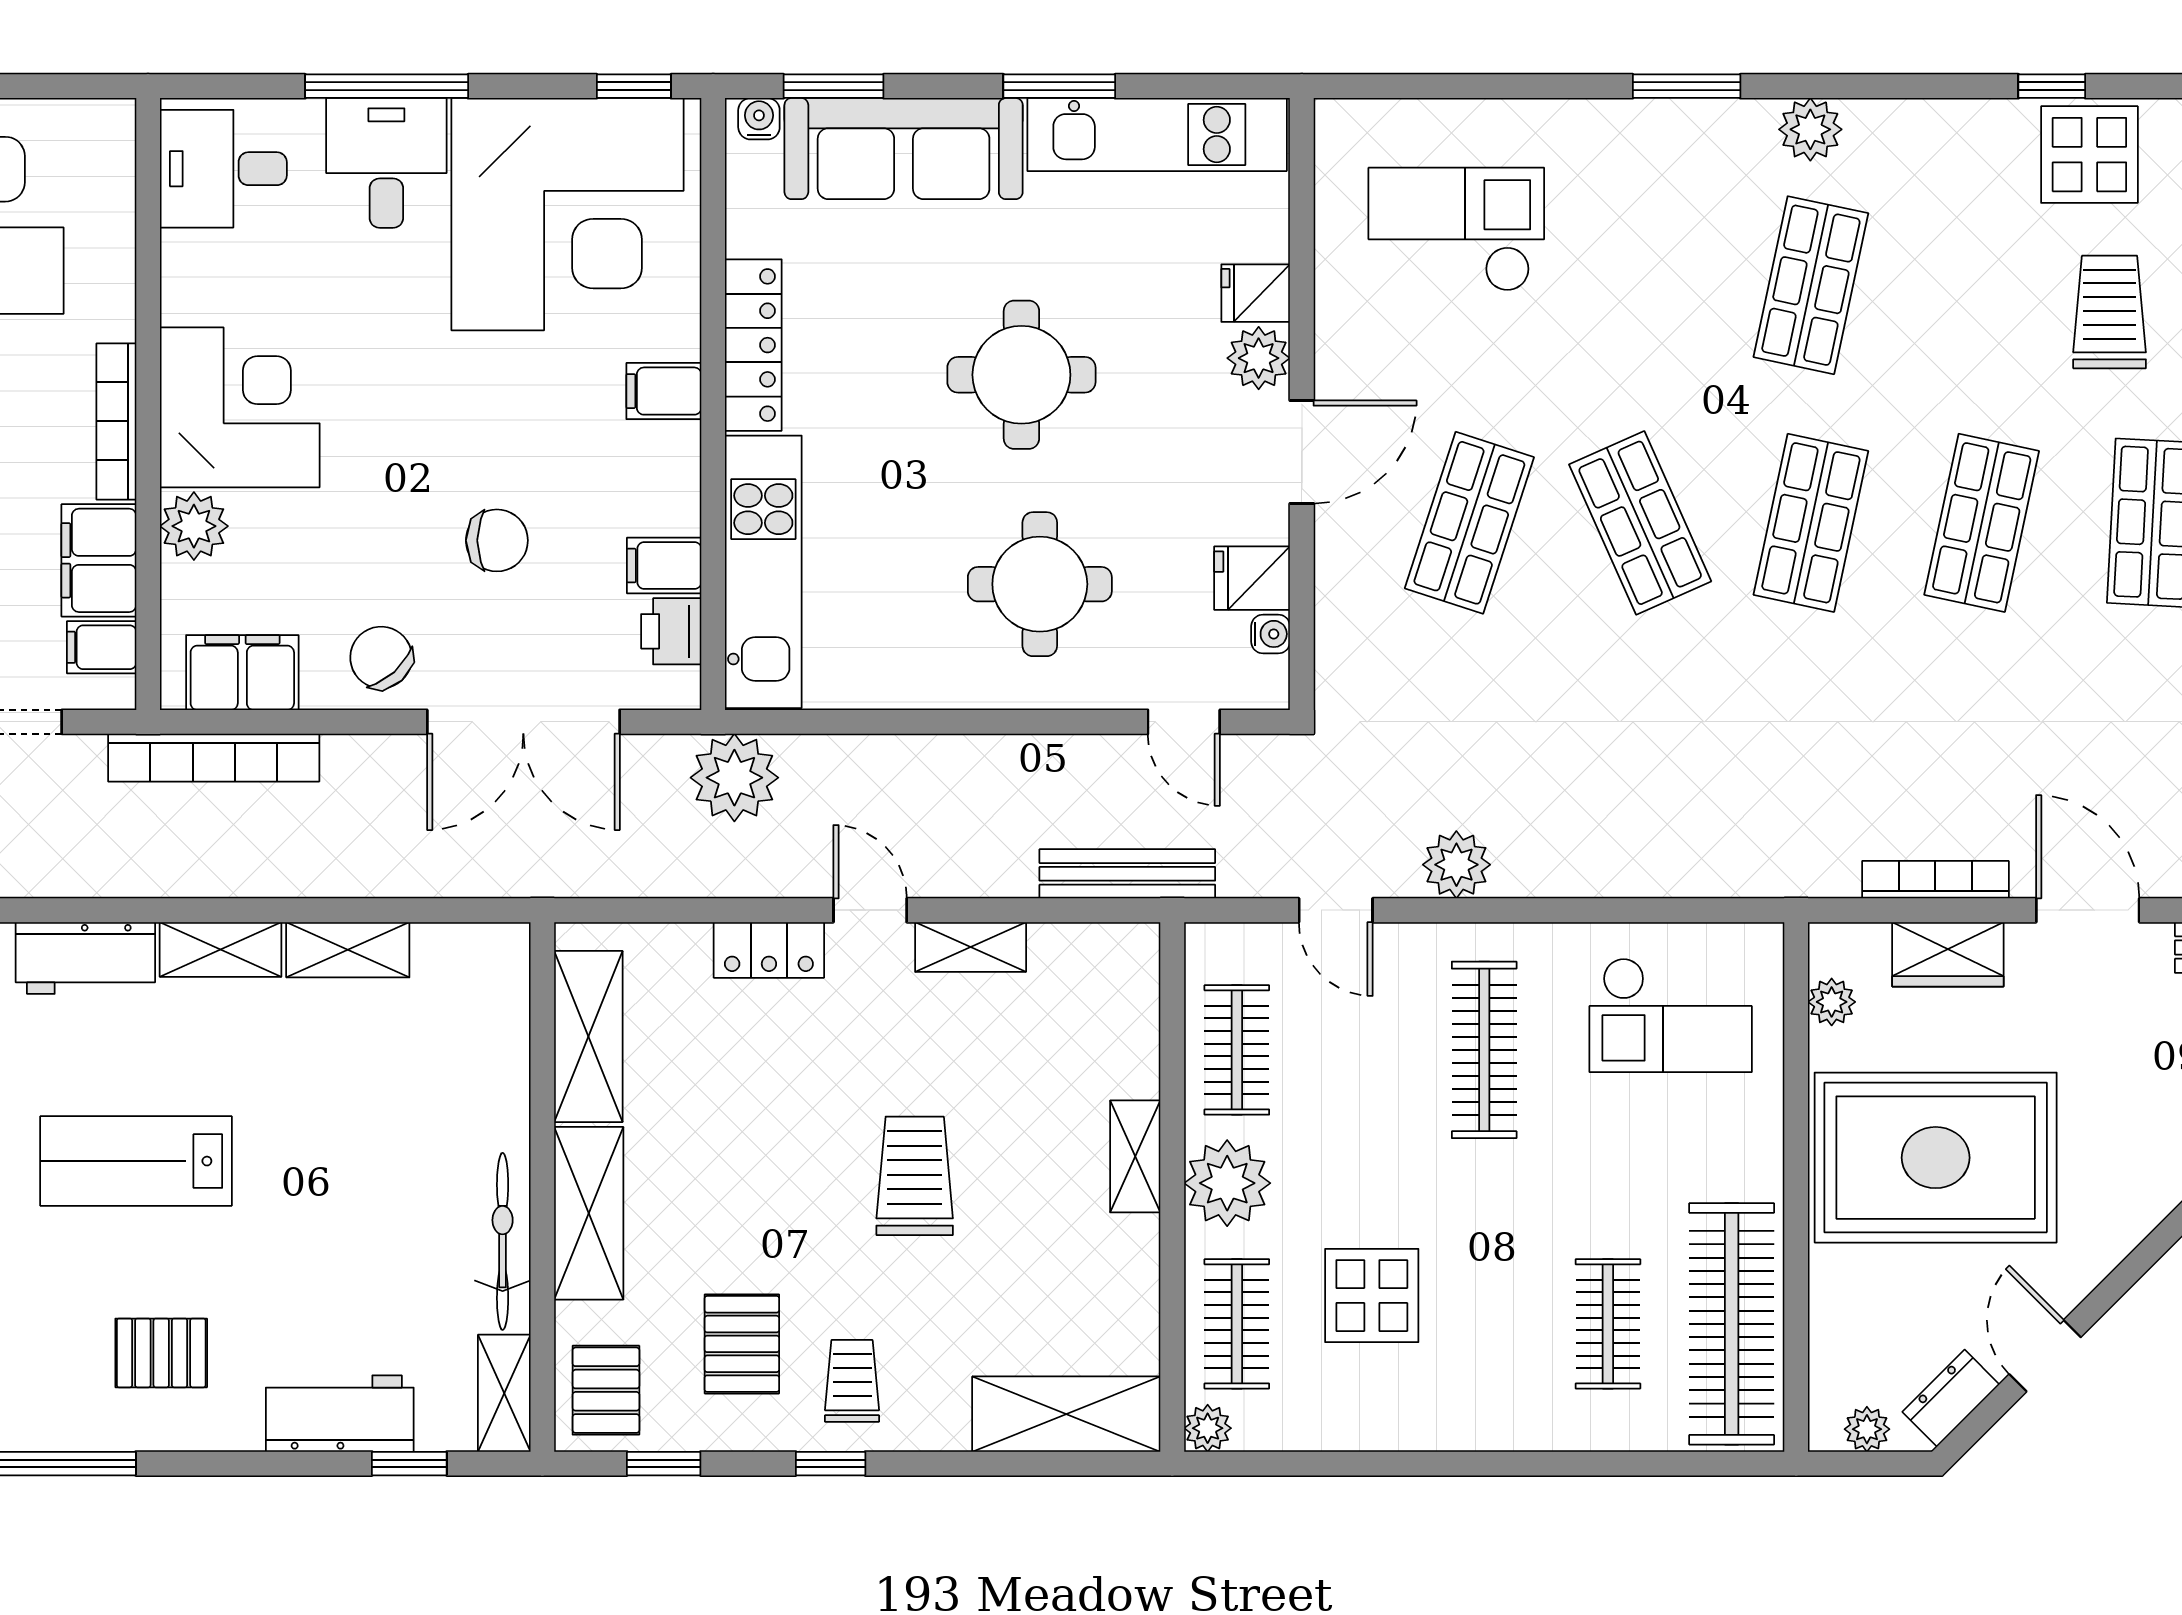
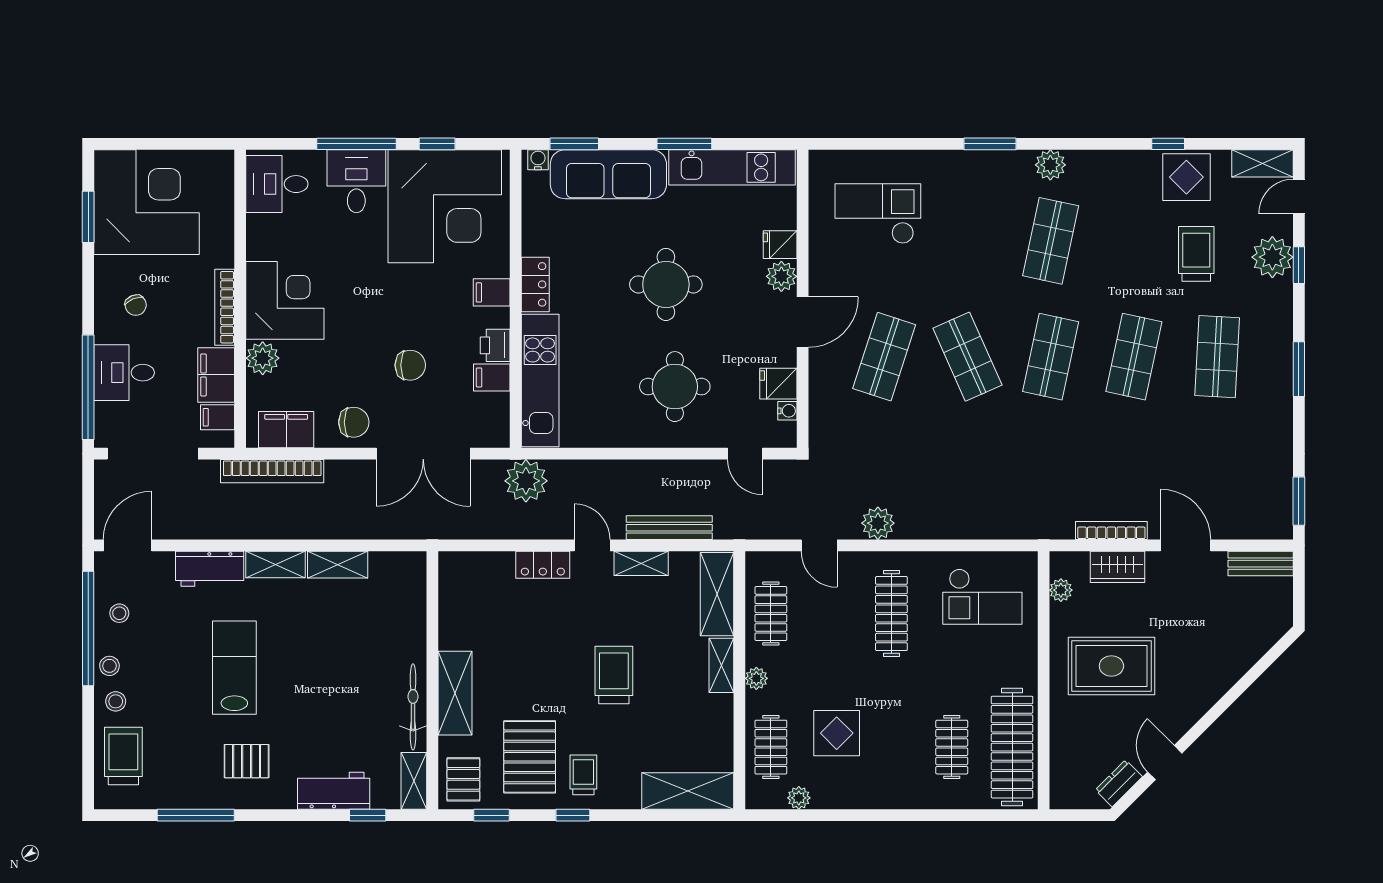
window: (634, 86) -> (437, 144), moved
locker: (753, 345) -> (535, 284), width x0.66
printer: (671, 631) -> (495, 345), moved
chair: (381, 657) -> (354, 422), turned 132
bench: (1127, 874) -> (669, 528), moved
shelving: (588, 1037) -> (717, 594), moved
rug: (1936, 1158) -> (1111, 666), width x0.73, depth x0.69
lab bench: (136, 1161) -> (234, 668), turned 90
plant: (1227, 1183) -> (756, 678), width x0.53, depth x0.53
pallet: (742, 1344) -> (530, 757), width x1.50, depth x1.42
plant: (1208, 1428) -> (799, 798), moved
plant: (1867, 1429) -> (1078, 798), removed

